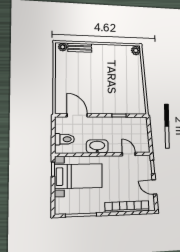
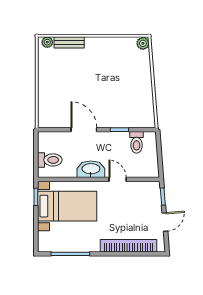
door: (77, 115) -> (84, 130), moved
toilet: (132, 125) -> (137, 142), added
door: (129, 154) -> (118, 179), moved
door: (154, 187) -> (165, 222), swing flipped

